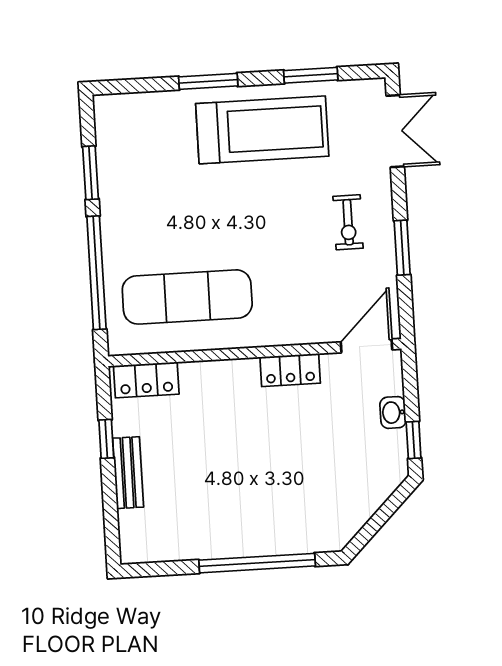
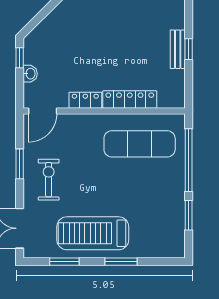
exercise bike: (348, 222) -> (49, 180), width x1.38, depth x1.39
locker: (146, 380) -> (130, 100), moved, width x1.53
window: (106, 439) -> (189, 49), moved

